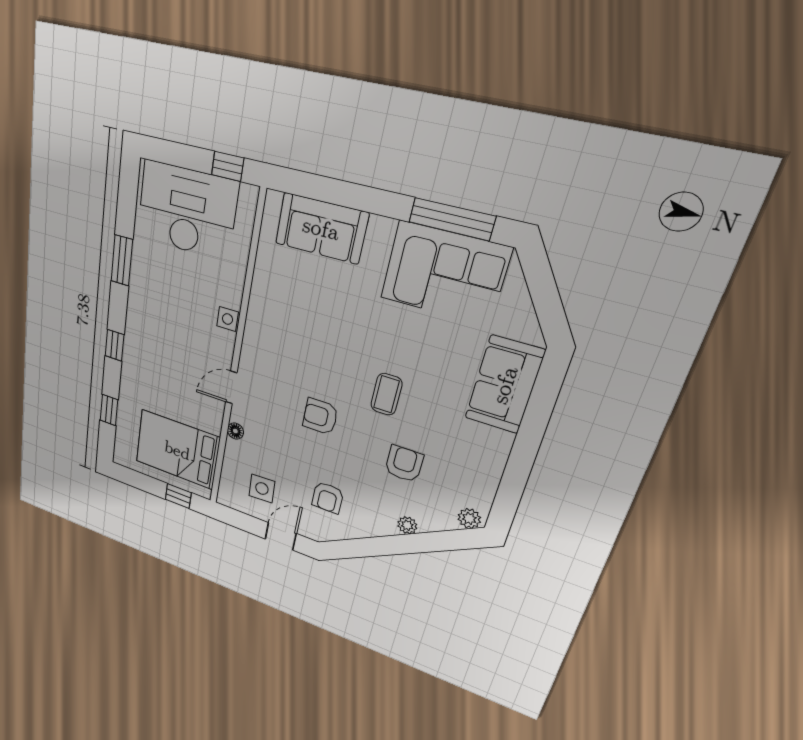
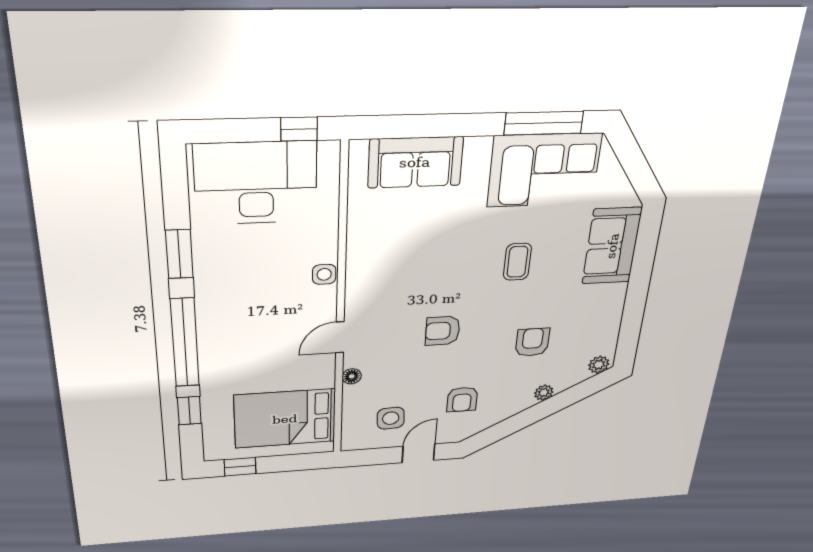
window: (115, 345) -> (185, 343), width x3.17
coffee table: (386, 394) -> (517, 262), moved
window: (178, 496) -> (240, 467), moved

